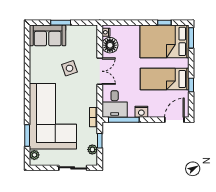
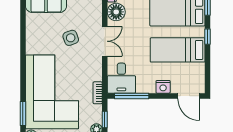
window: (191, 85) -> (207, 37), moved
nightstand: (141, 112) -> (163, 87), moved
door: (174, 120) -> (189, 96), swing flipped

